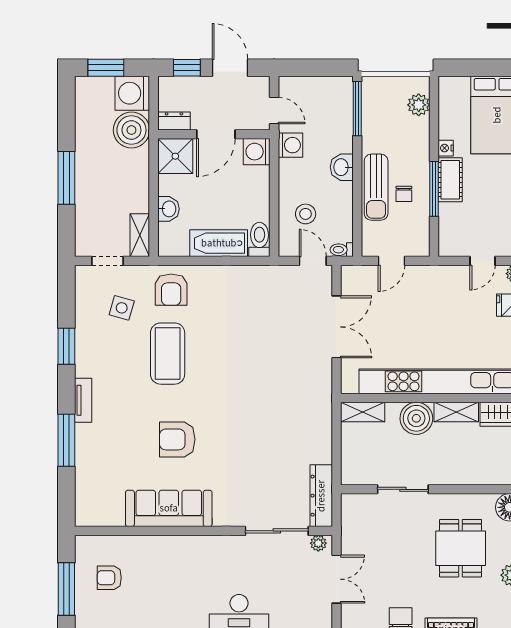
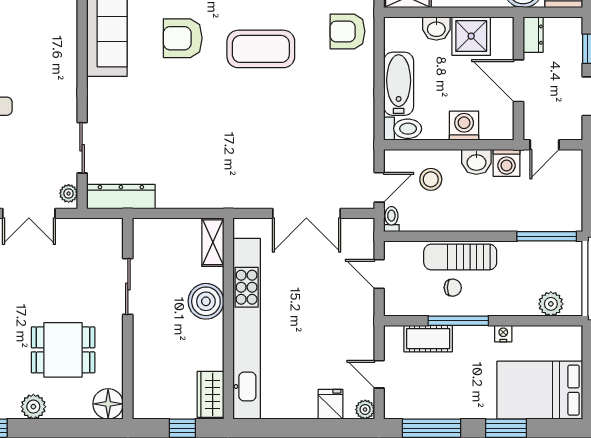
washing machine: (257, 152) -> (464, 126), moved
shower: (175, 156) -> (471, 36), moved
washbasin: (342, 167) -> (476, 162), moved, turned 180
cot: (450, 180) -> (428, 339), moved
chair: (404, 194) -> (453, 288), turned 180
coffee table: (168, 354) -> (261, 49), moved
shelving: (456, 412) -> (213, 345), removed
armchair: (177, 439) -> (183, 38), turned -90
sliding door: (277, 531) -> (82, 148), width x0.73

